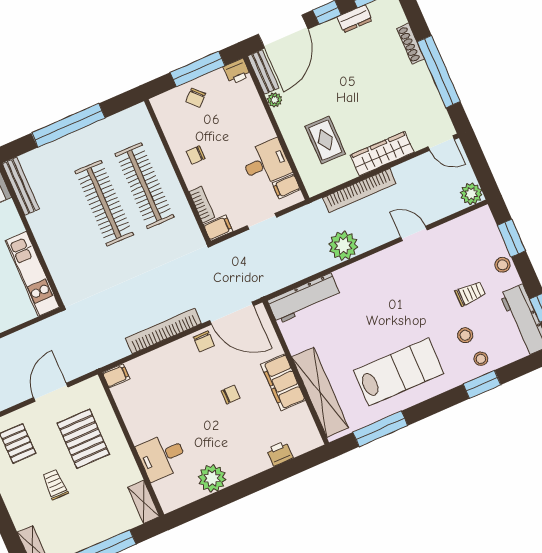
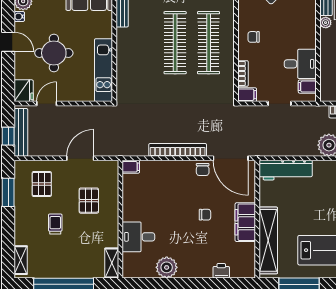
pallet: (83, 439) -> (89, 201), width x0.67, depth x0.71

